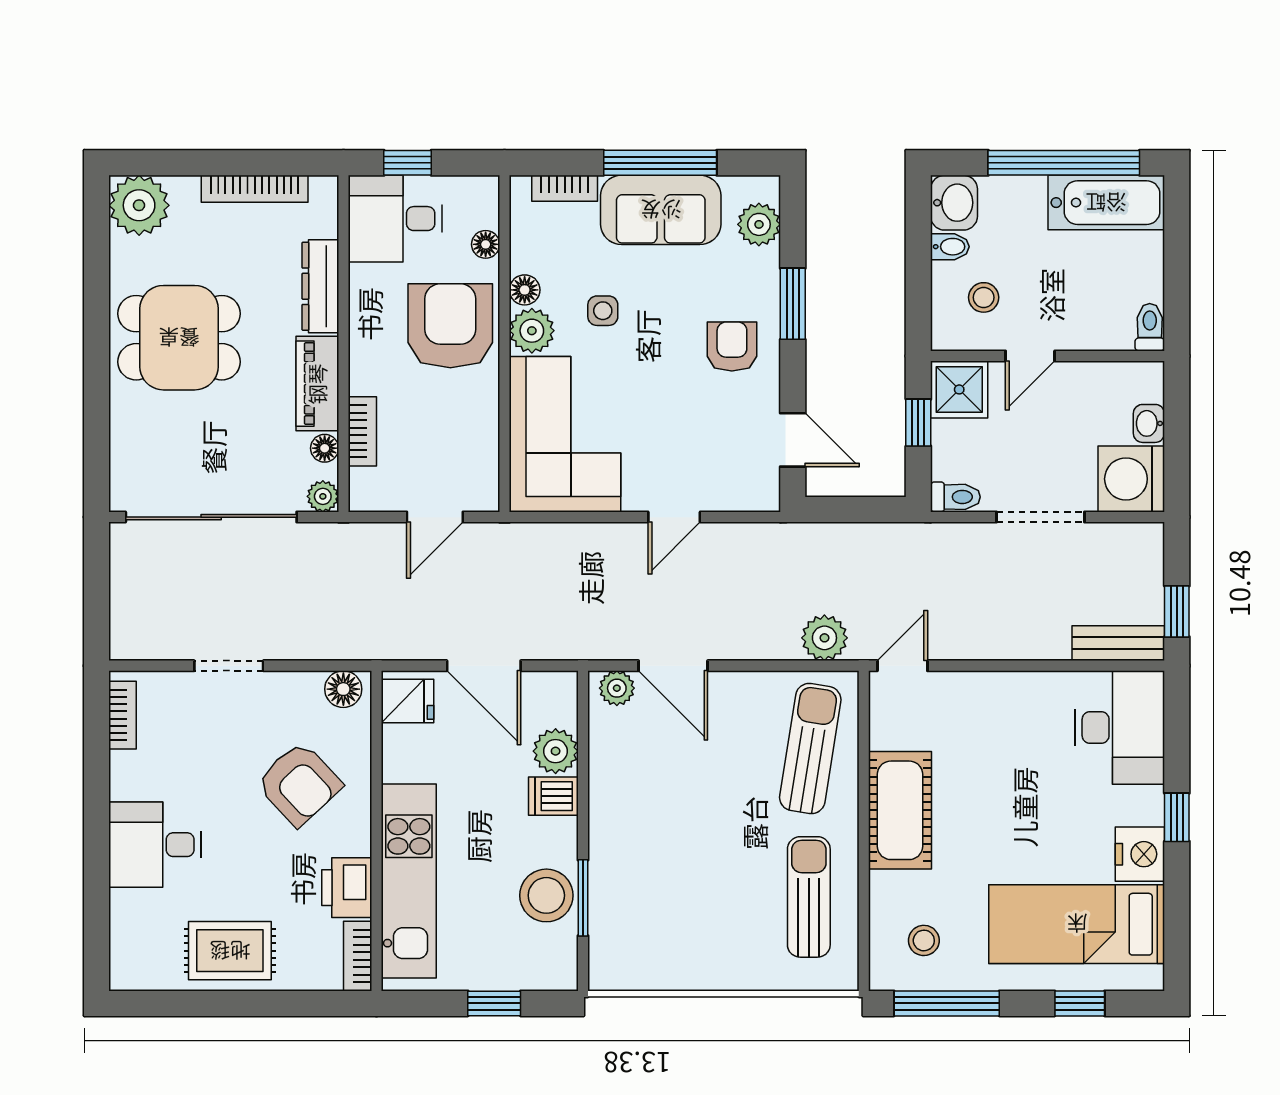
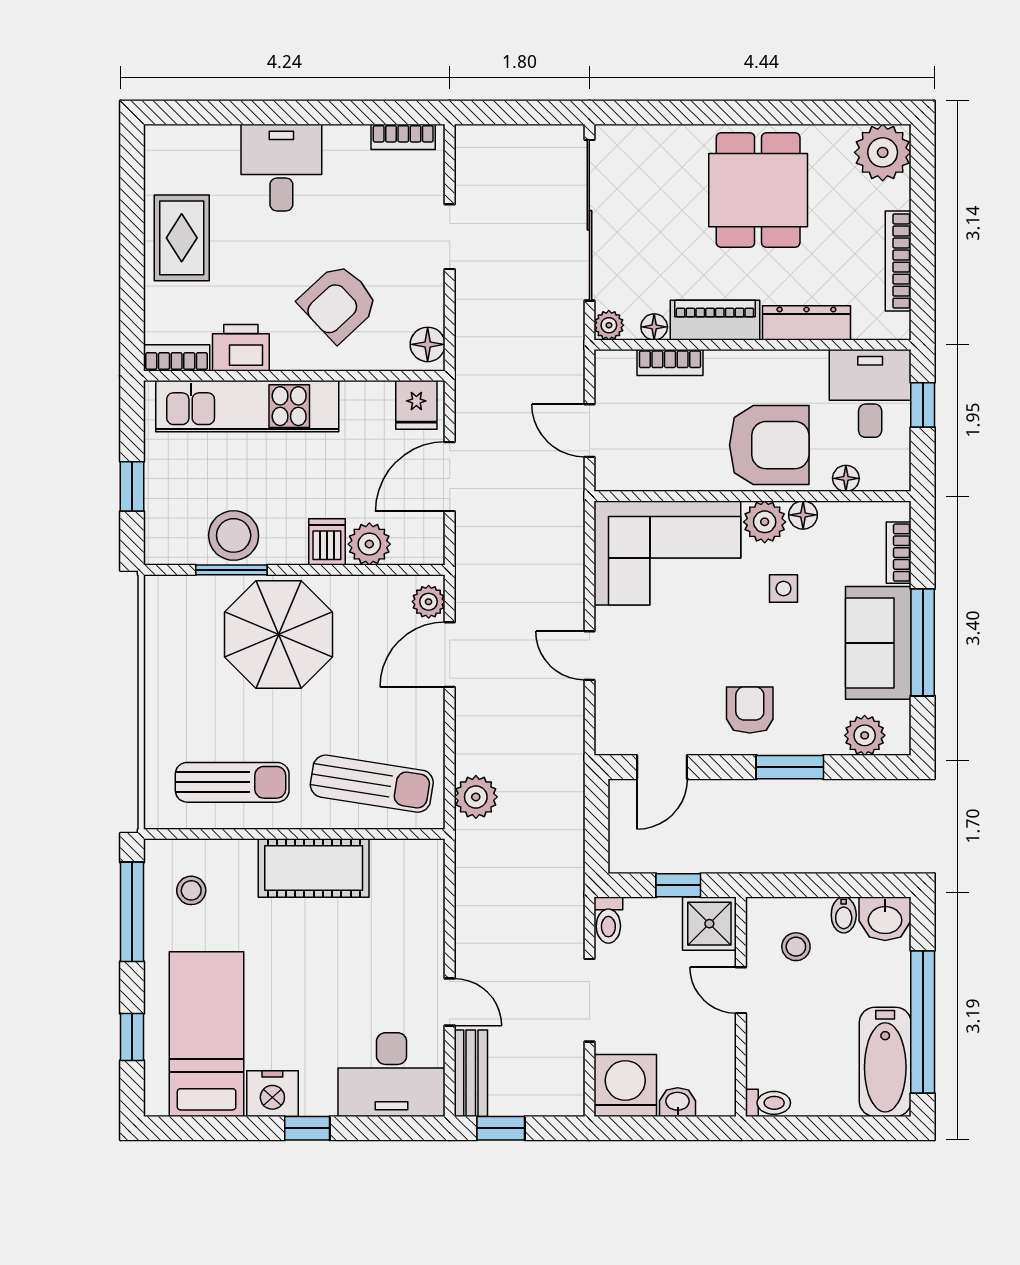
armchair: (732, 346) -> (750, 710), turned -90
door: (902, 666) -> (450, 1002), moved
parasol: (652, 848) -> (278, 634), added

